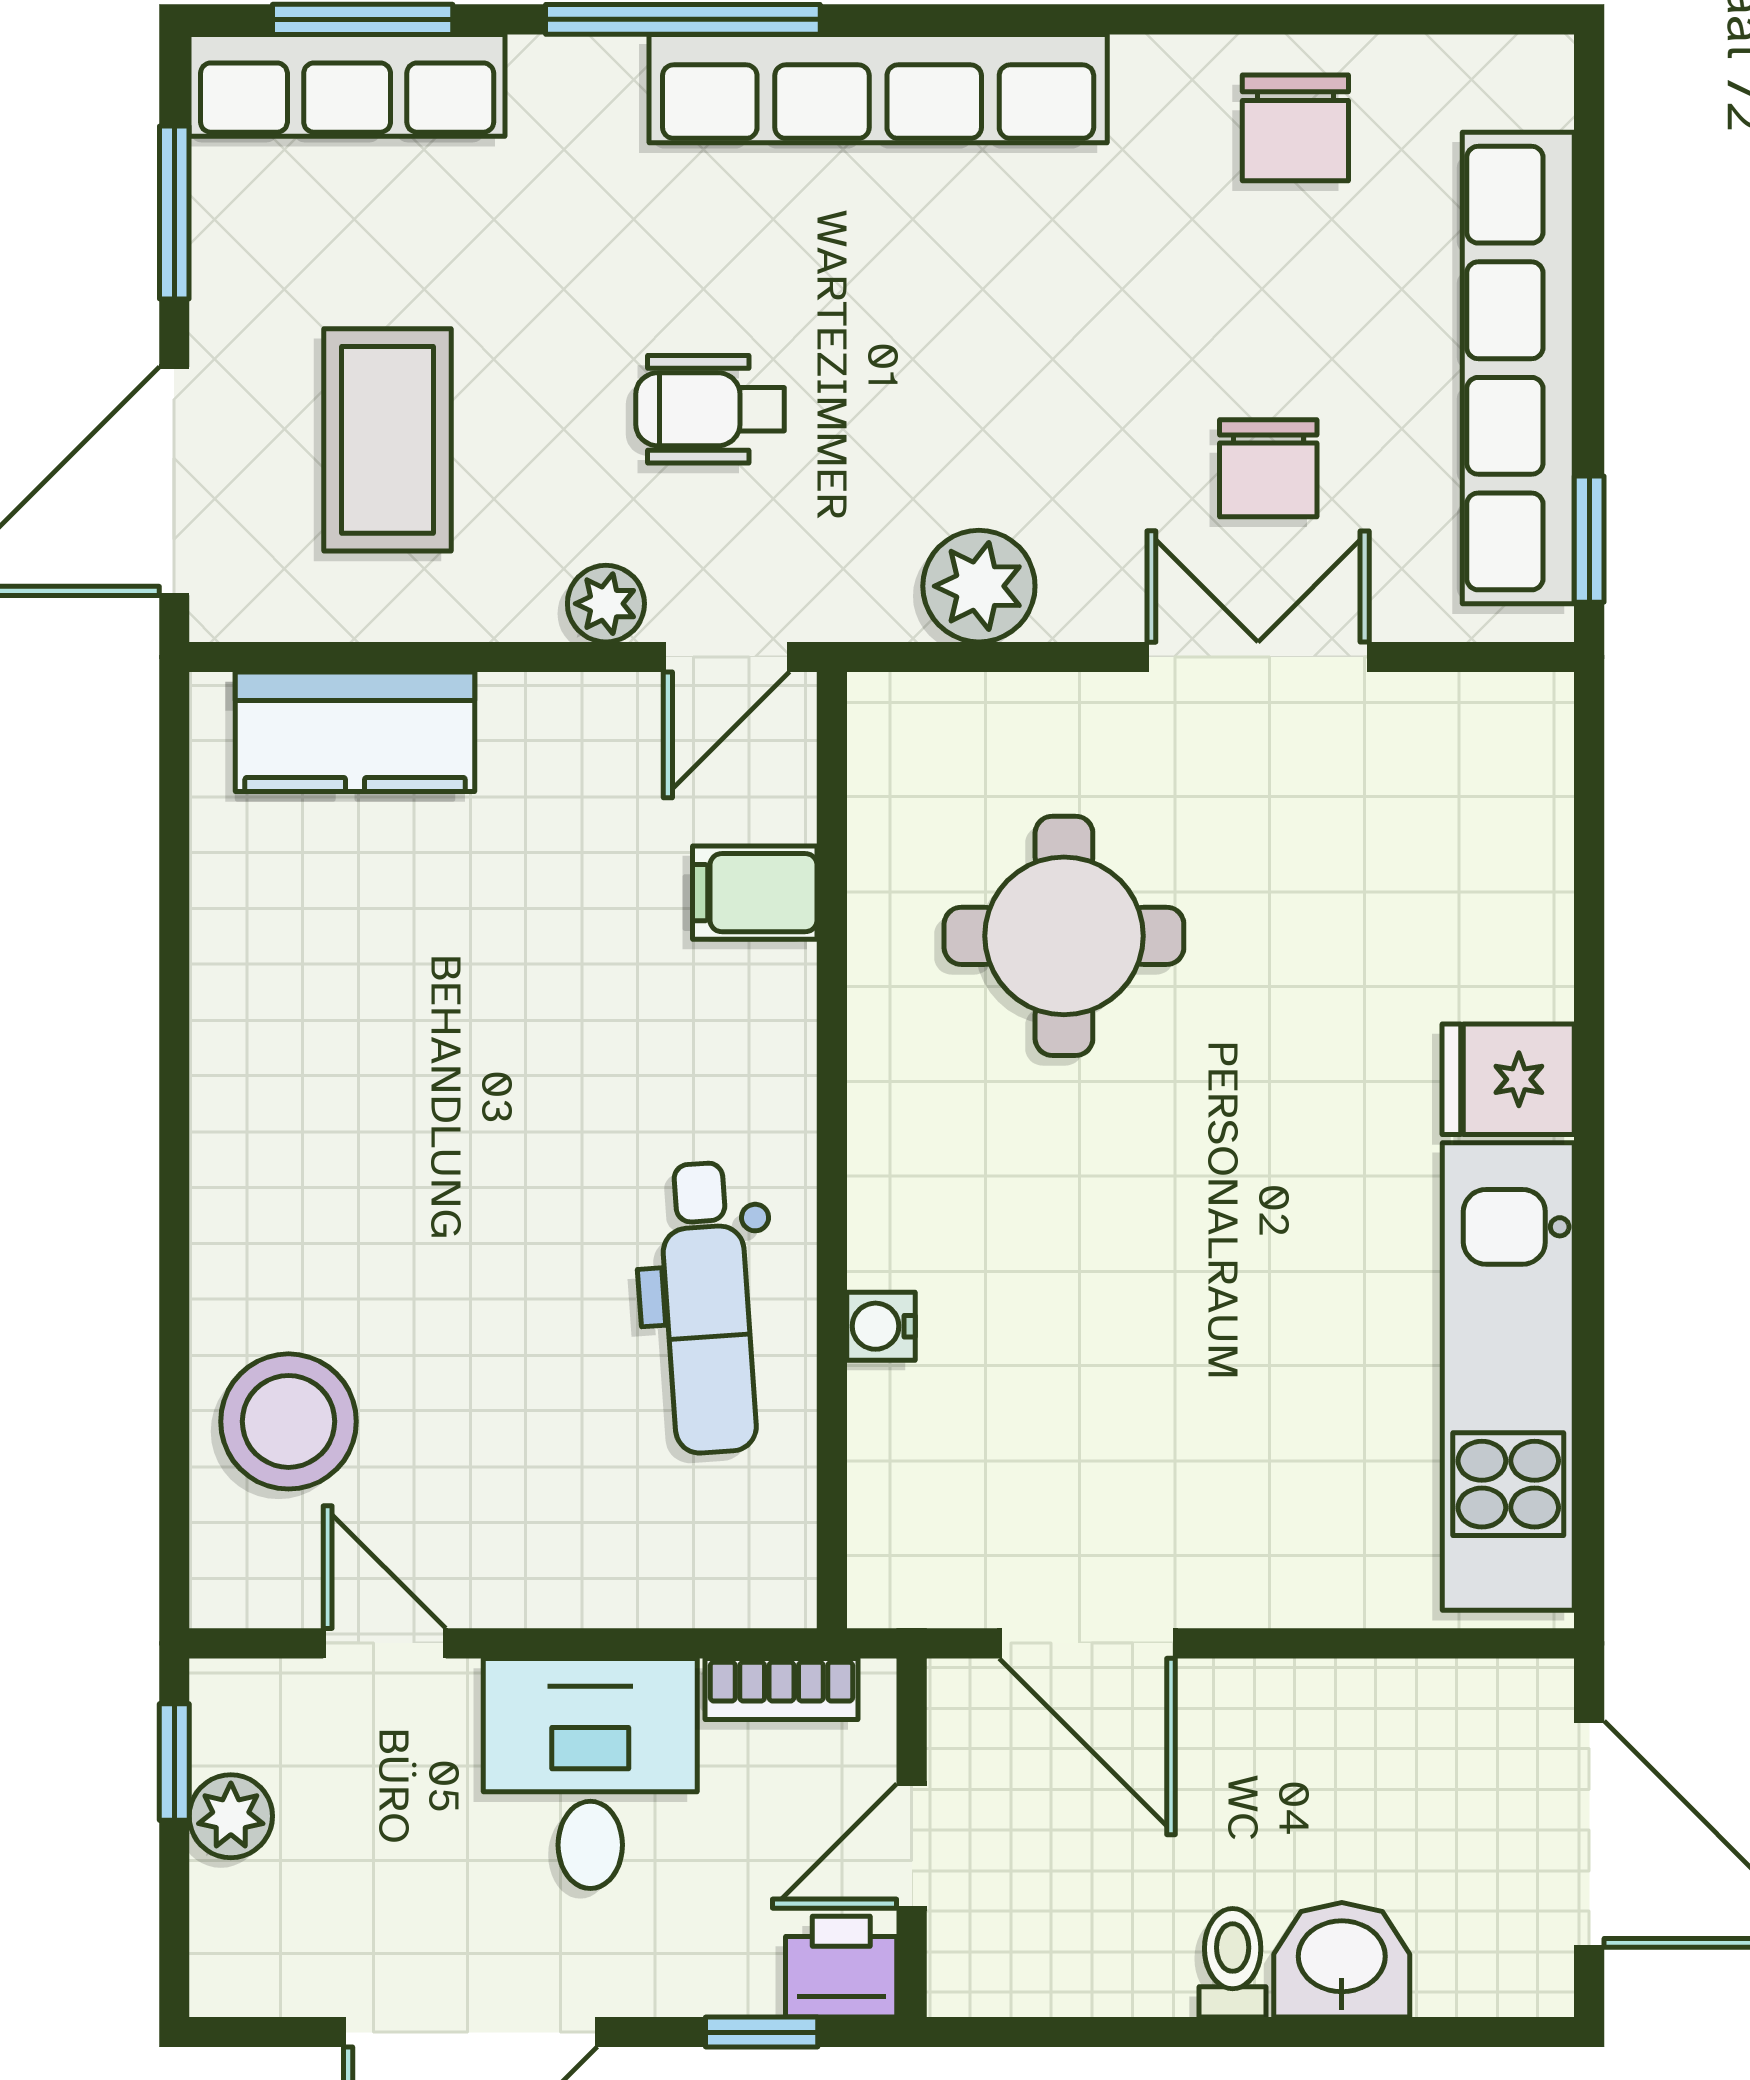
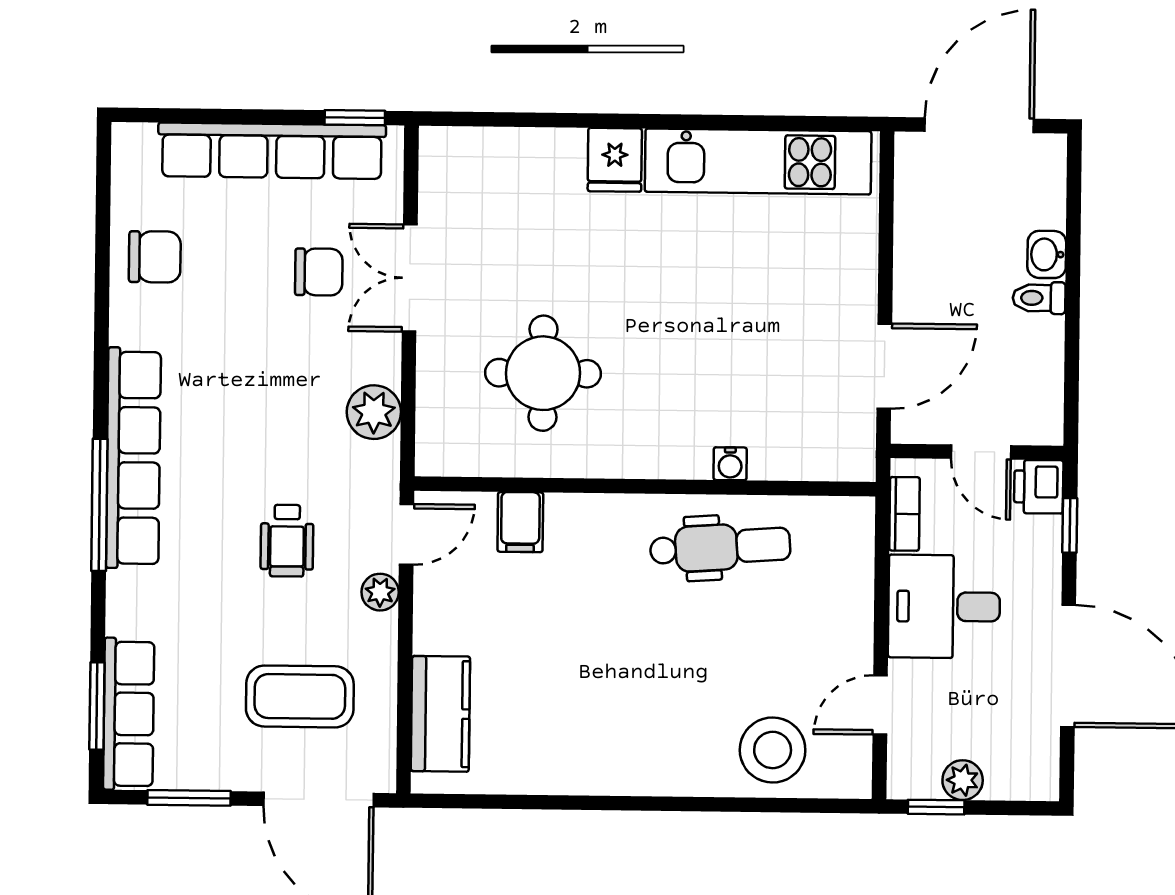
window: (683, 19) -> (99, 505), moved
door: (726, 657) -> (407, 534), hinge flipped
washbasin: (1342, 1960) -> (1047, 254), width x0.72, depth x0.69

